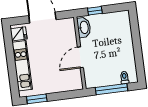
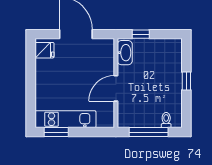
window: (137, 44) -> (186, 81), added
kitchen unit: (22, 66) -> (65, 119), moved, turned -90

